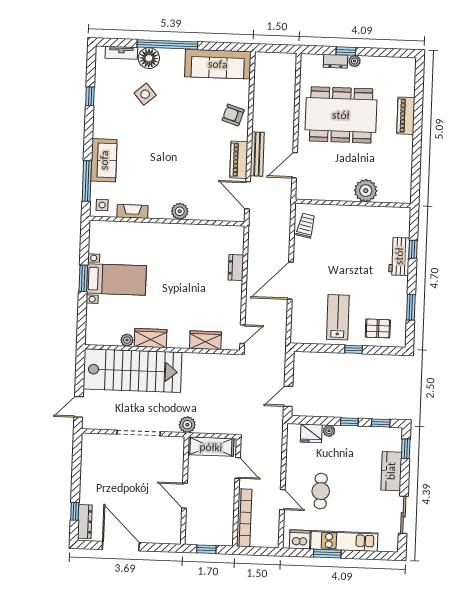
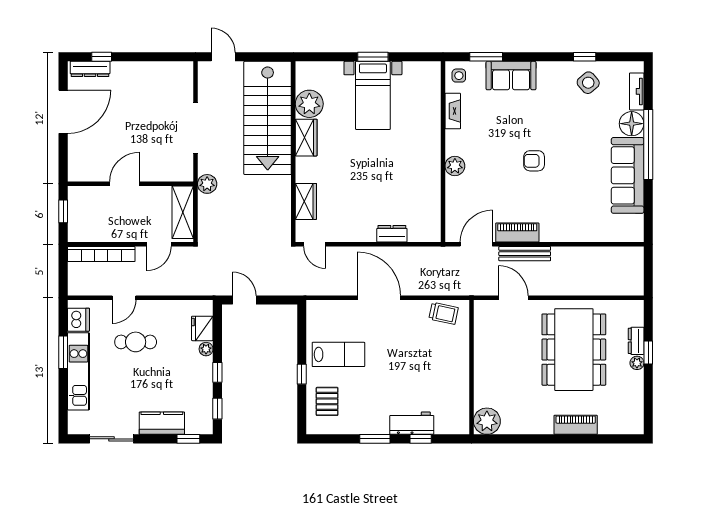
sofa: (218, 64) -> (628, 175), moved
side table: (145, 94) -> (588, 83), moved
armchair: (233, 115) -> (534, 161), moved, turned -108
window: (87, 181) -> (486, 57), width x0.69
plant: (366, 191) -> (487, 421), moved
window: (411, 307) -> (375, 439), moved
plant: (127, 340) -> (309, 104), width x1.88, depth x1.88

